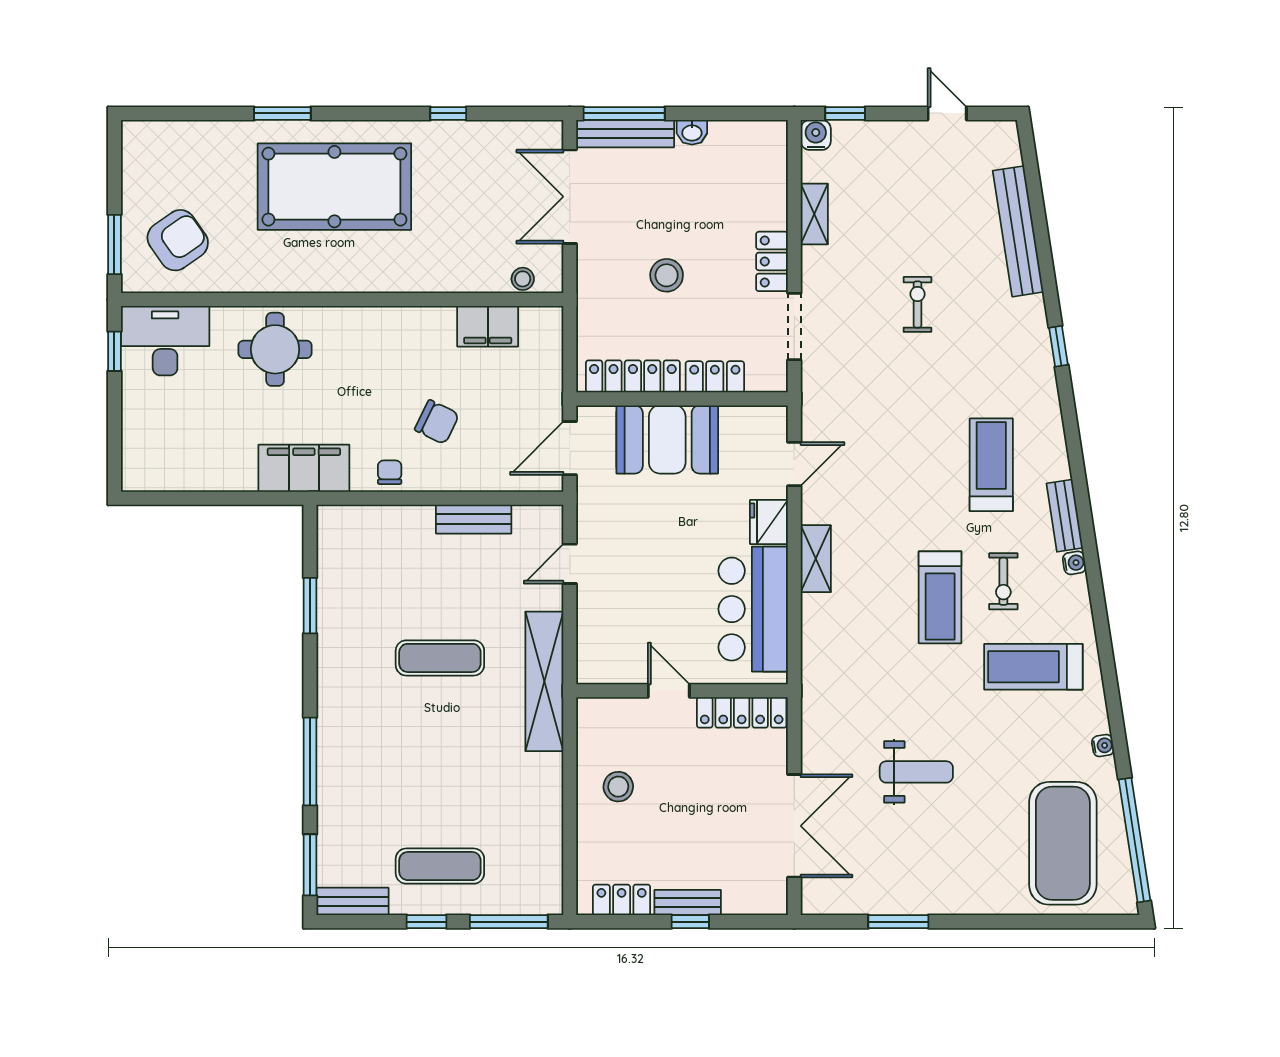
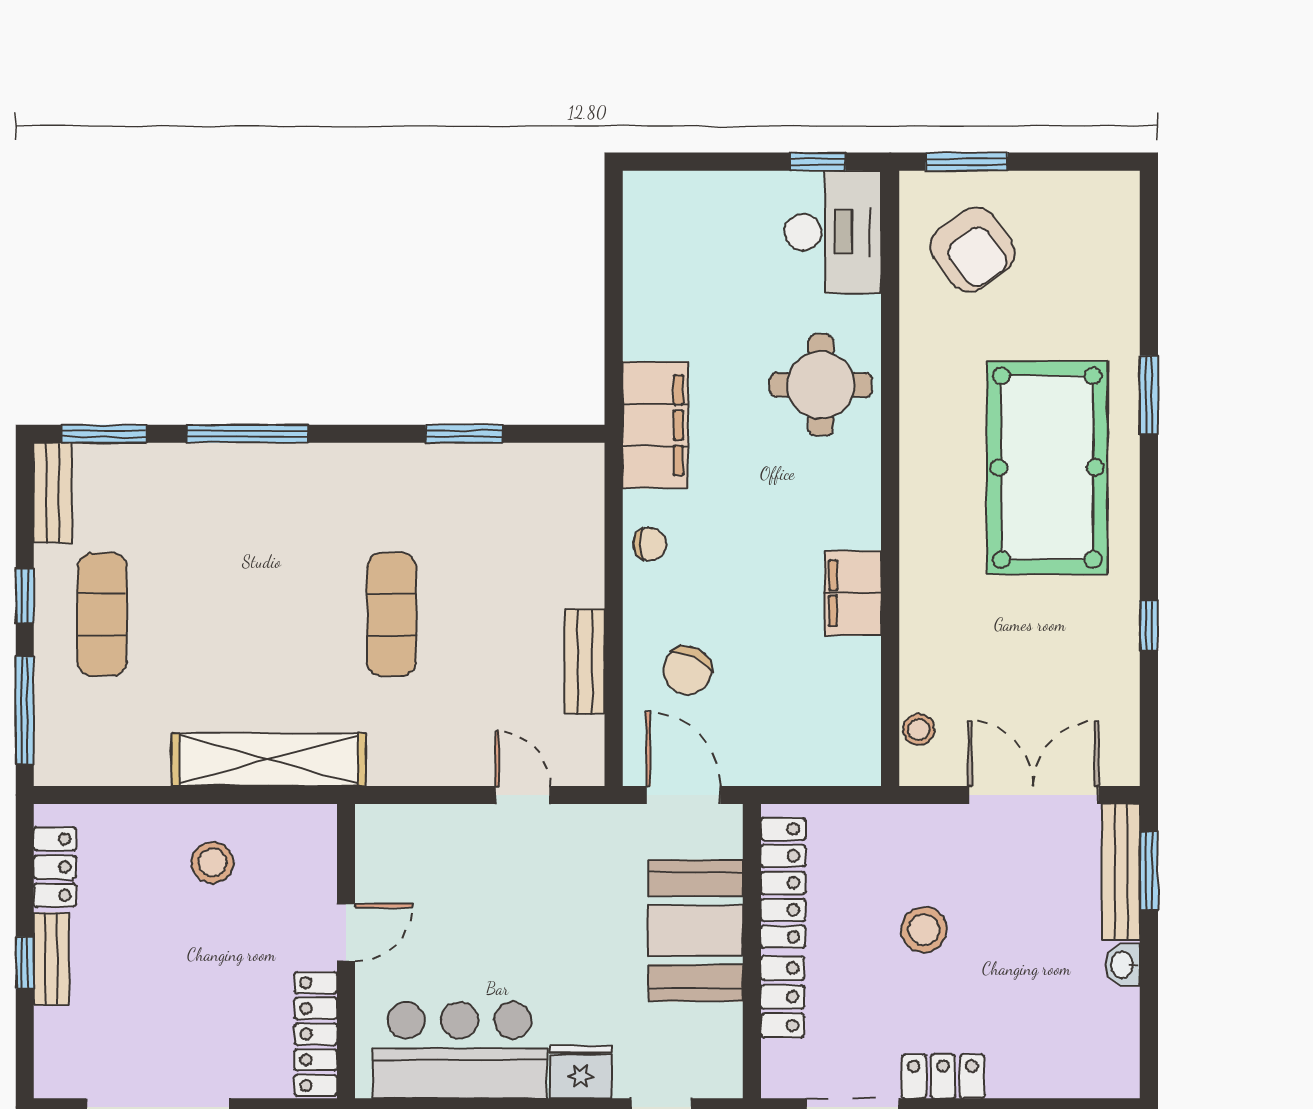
window: (624, 113) -> (1149, 871), width x0.69
filing cabinet: (488, 326) -> (853, 593), moved
chair: (437, 422) -> (687, 671), moved
shelving: (544, 681) -> (269, 760), moved

